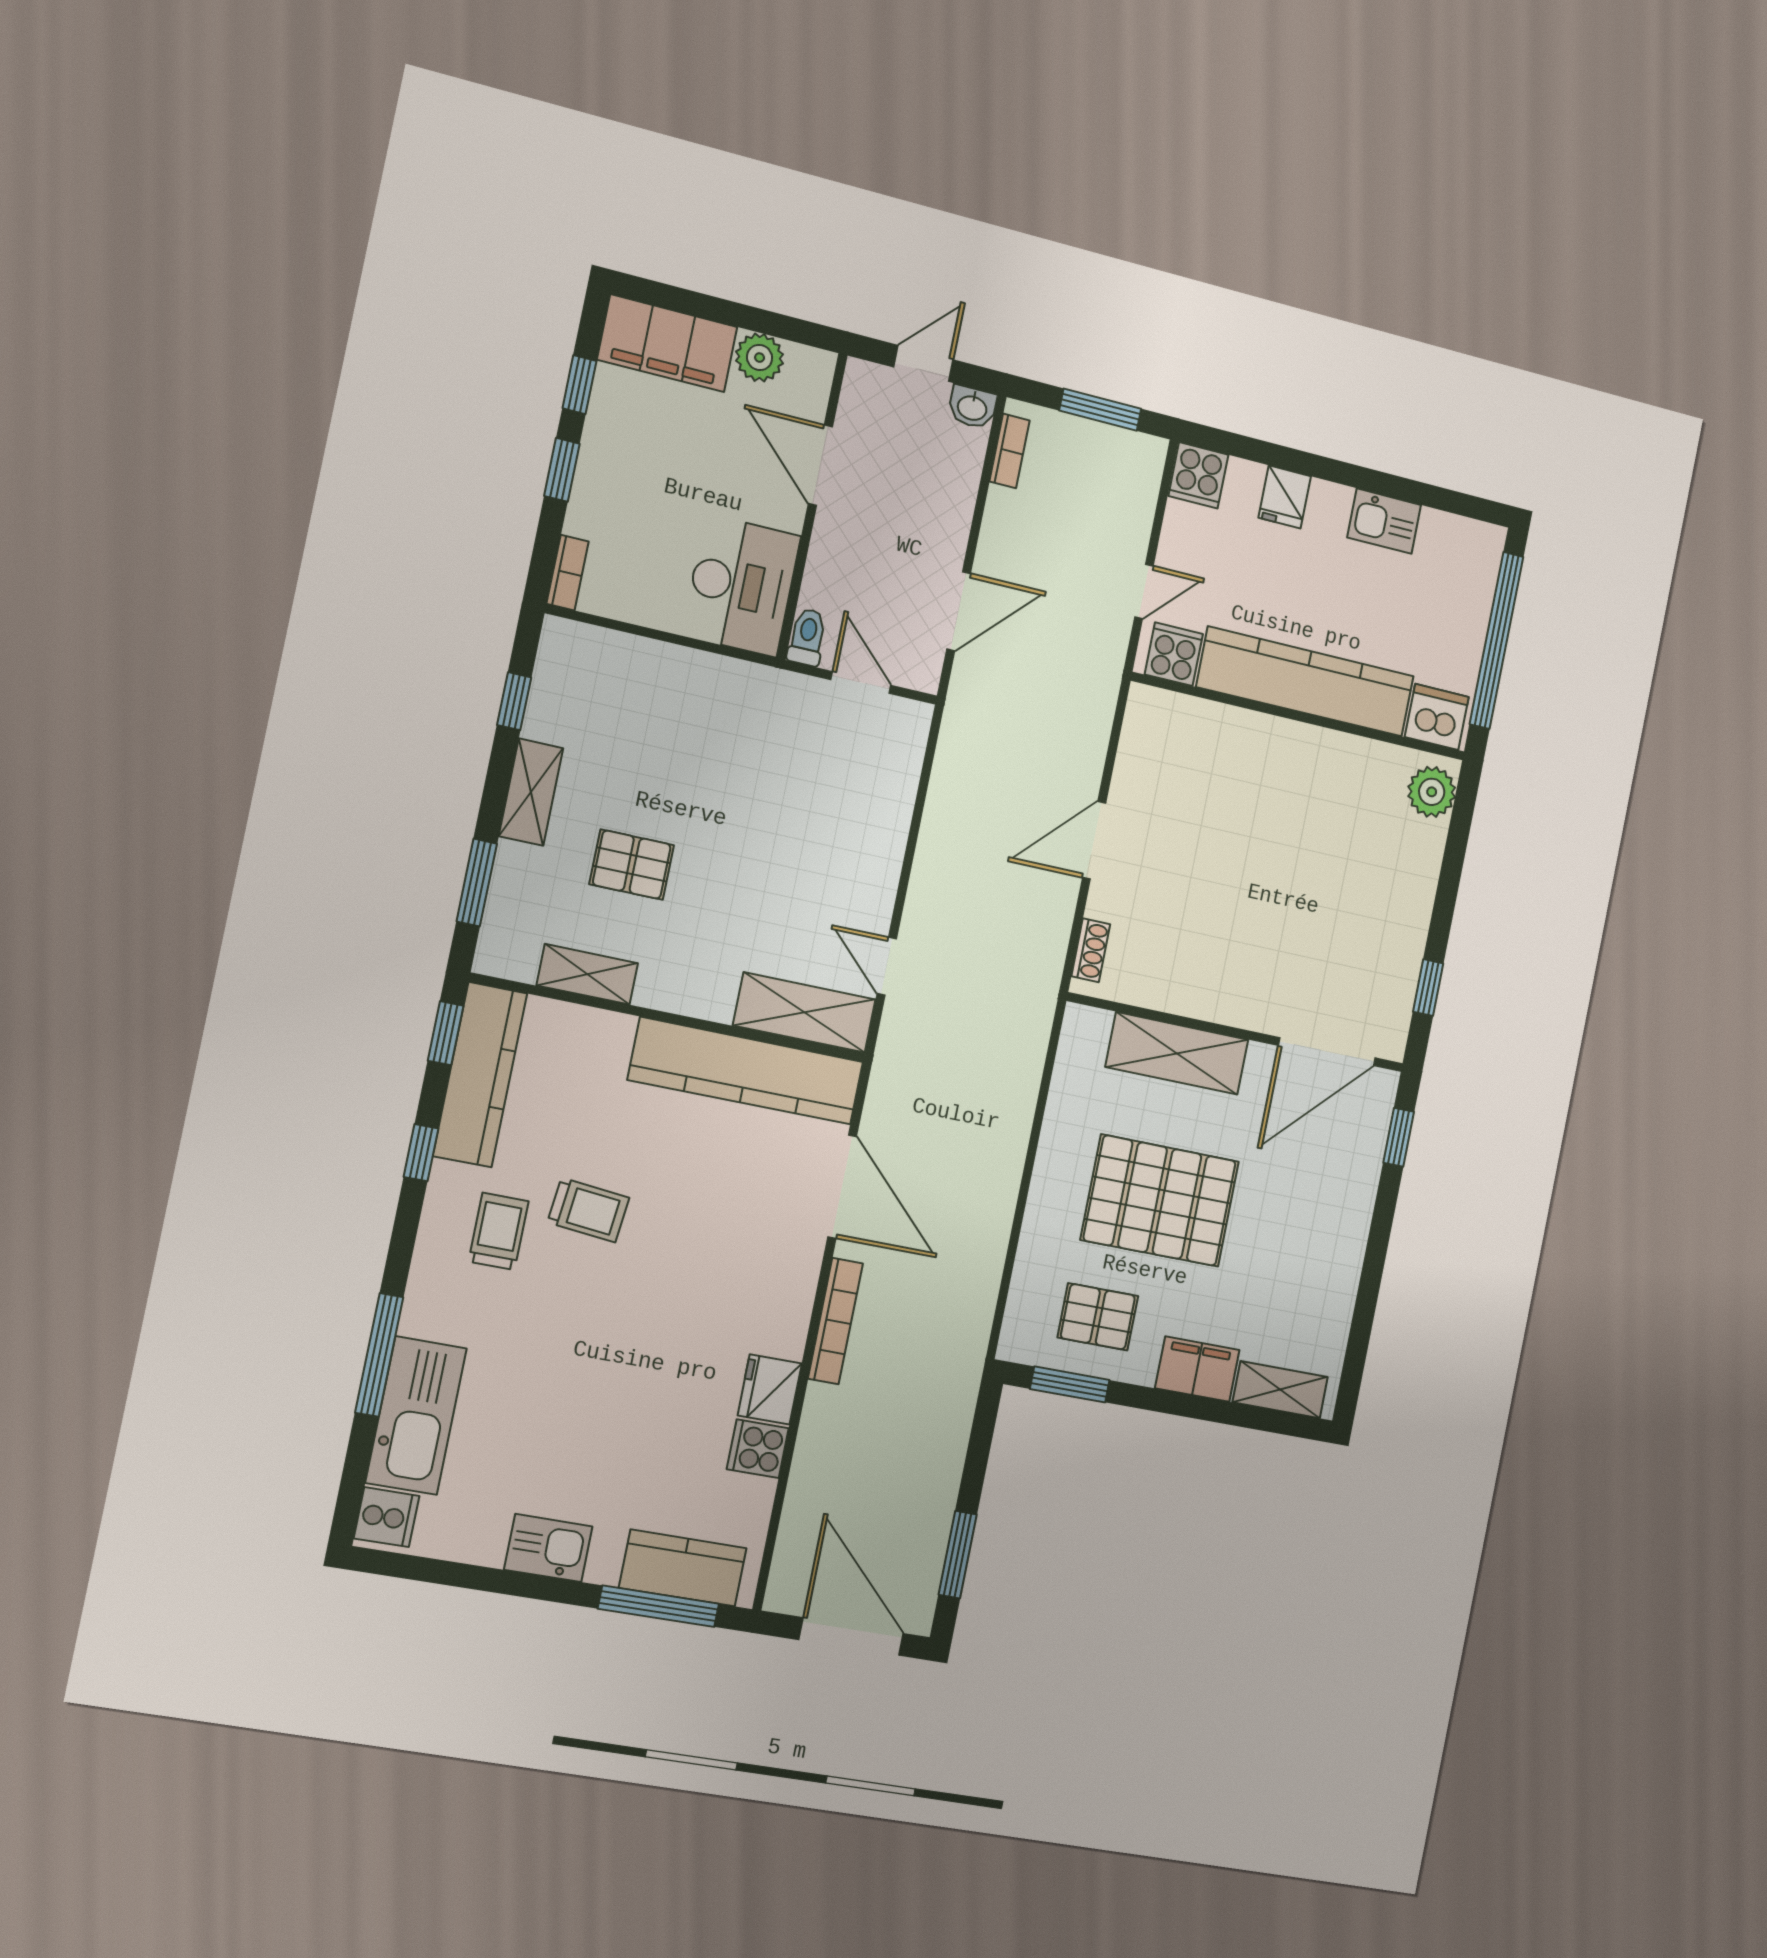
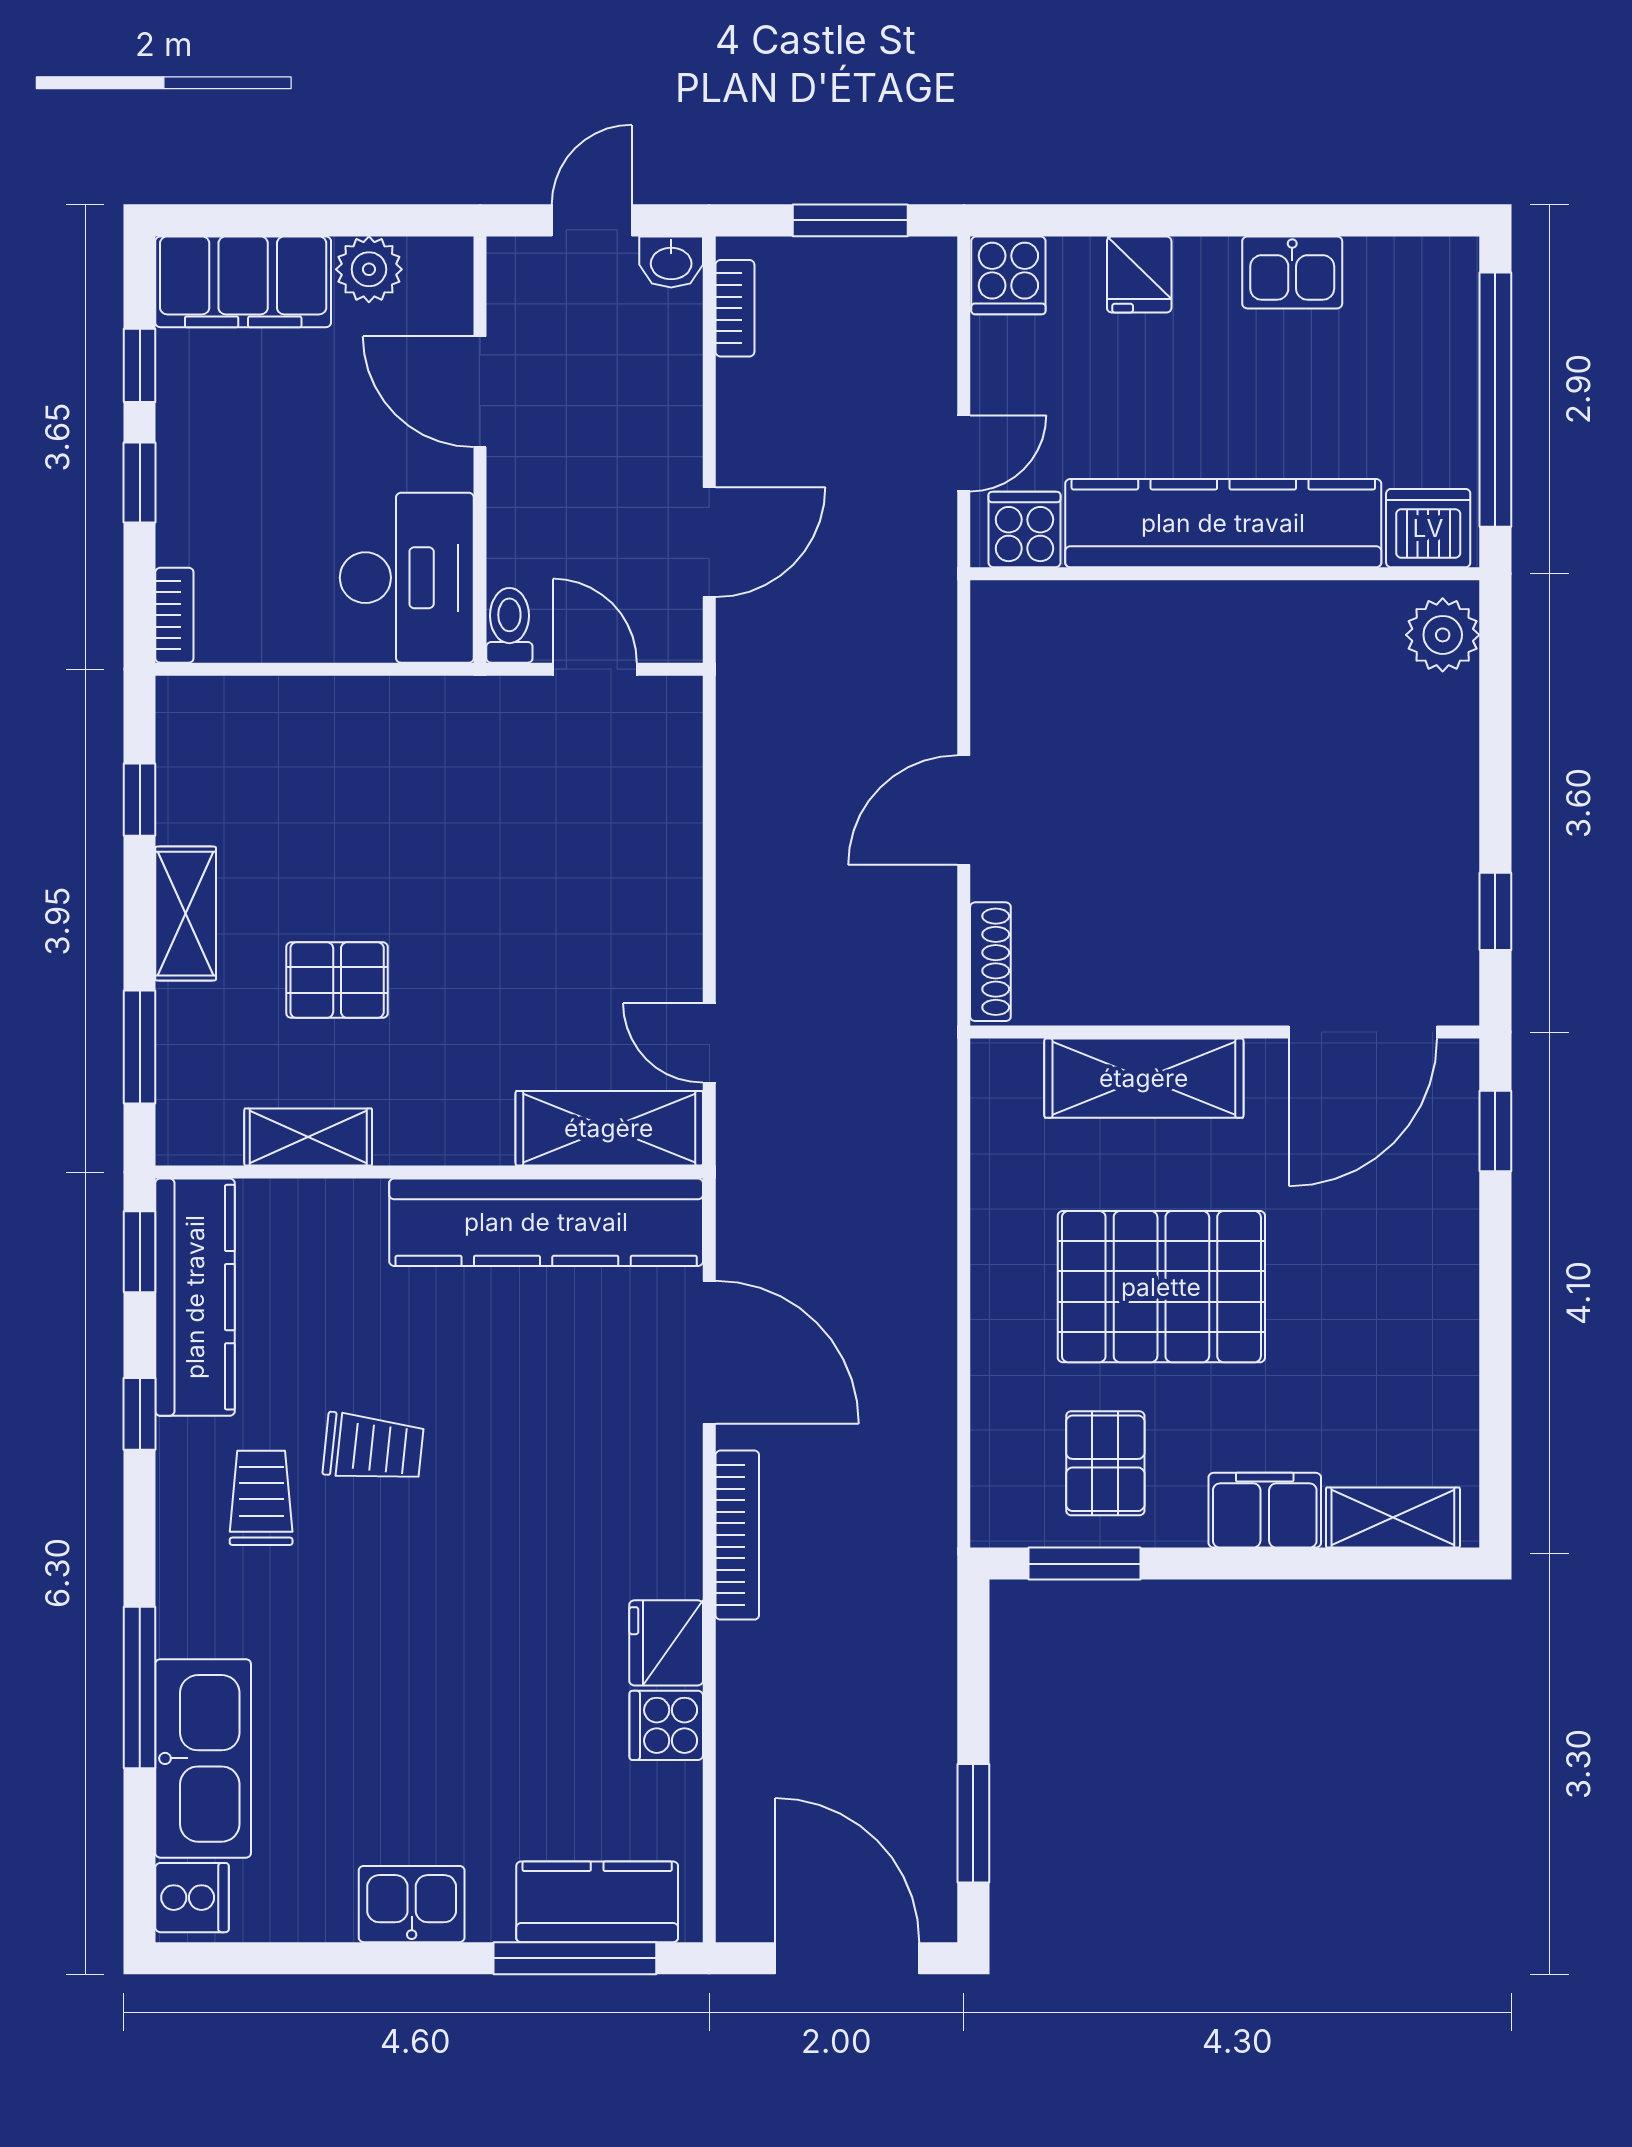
shoe rack: (1091, 950) -> (990, 962), width x1.43
pallet: (1098, 1317) -> (1105, 1463), turned 90

